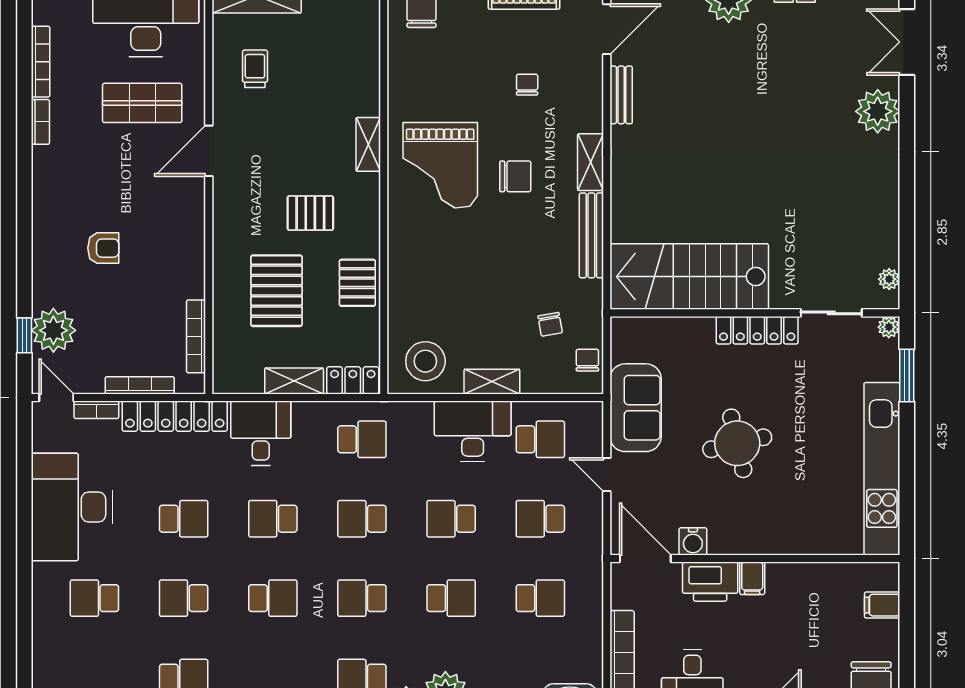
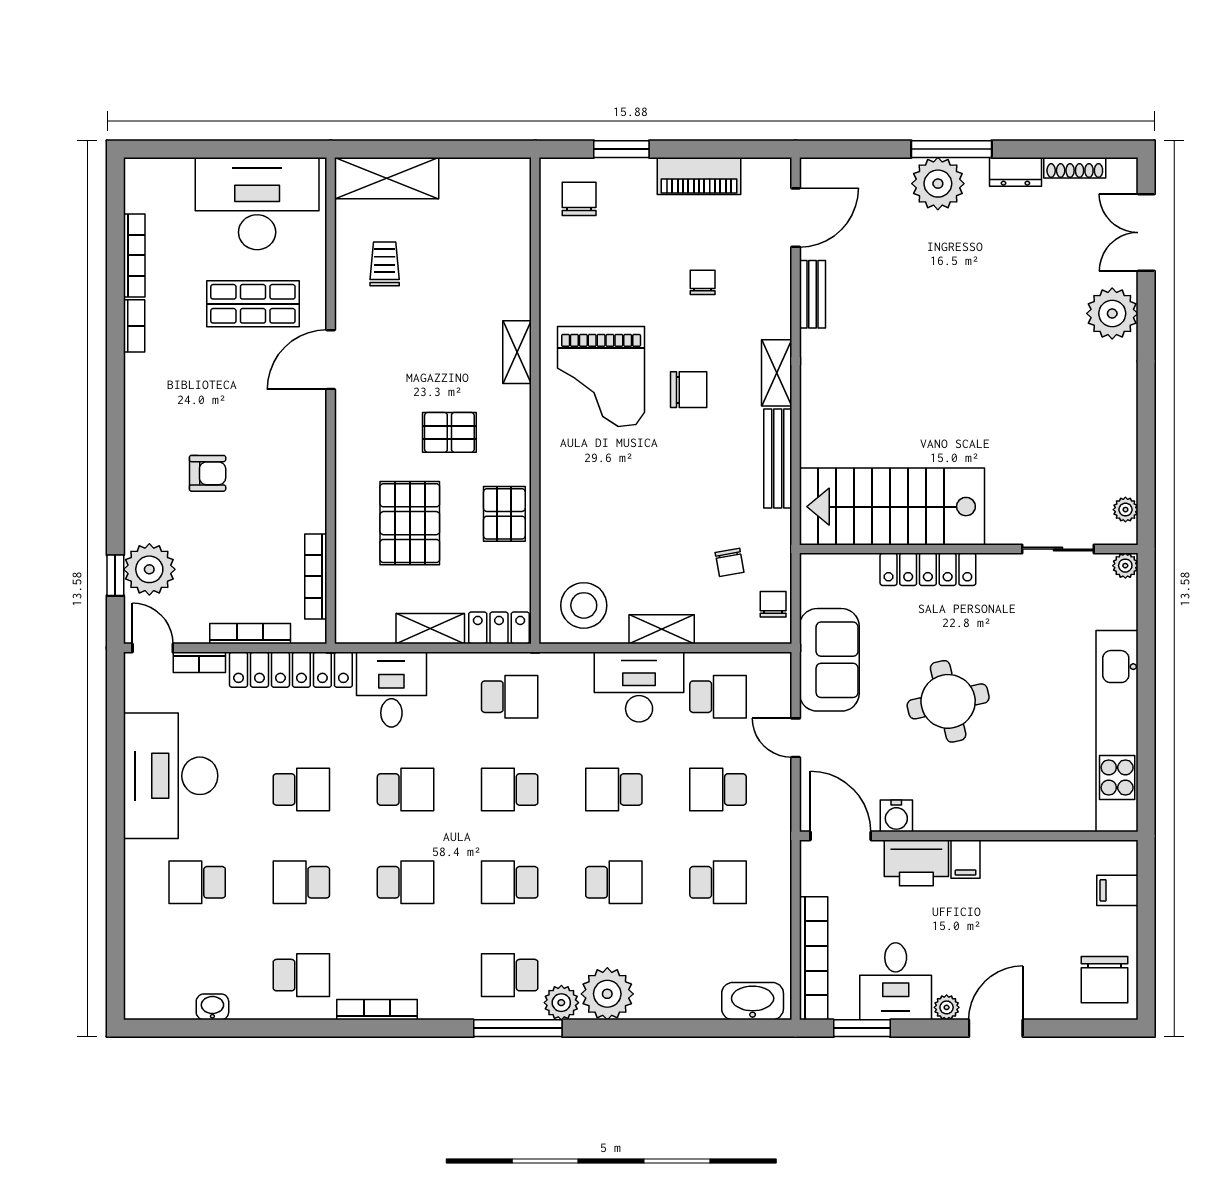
locker: (757, 330) -> (928, 569), moved
window: (907, 376) -> (1146, 622), removed
school desk: (273, 519) -> (406, 789), turned 180

